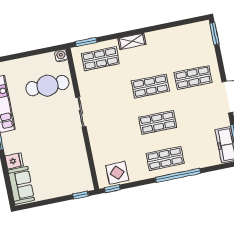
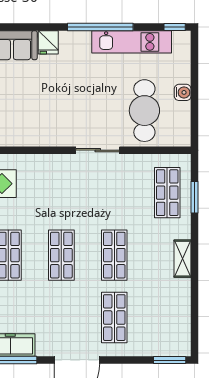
shelving: (132, 41) -> (183, 259), moved
window: (86, 42) -> (195, 197), moved
water cooler: (61, 56) -> (183, 92), moved

